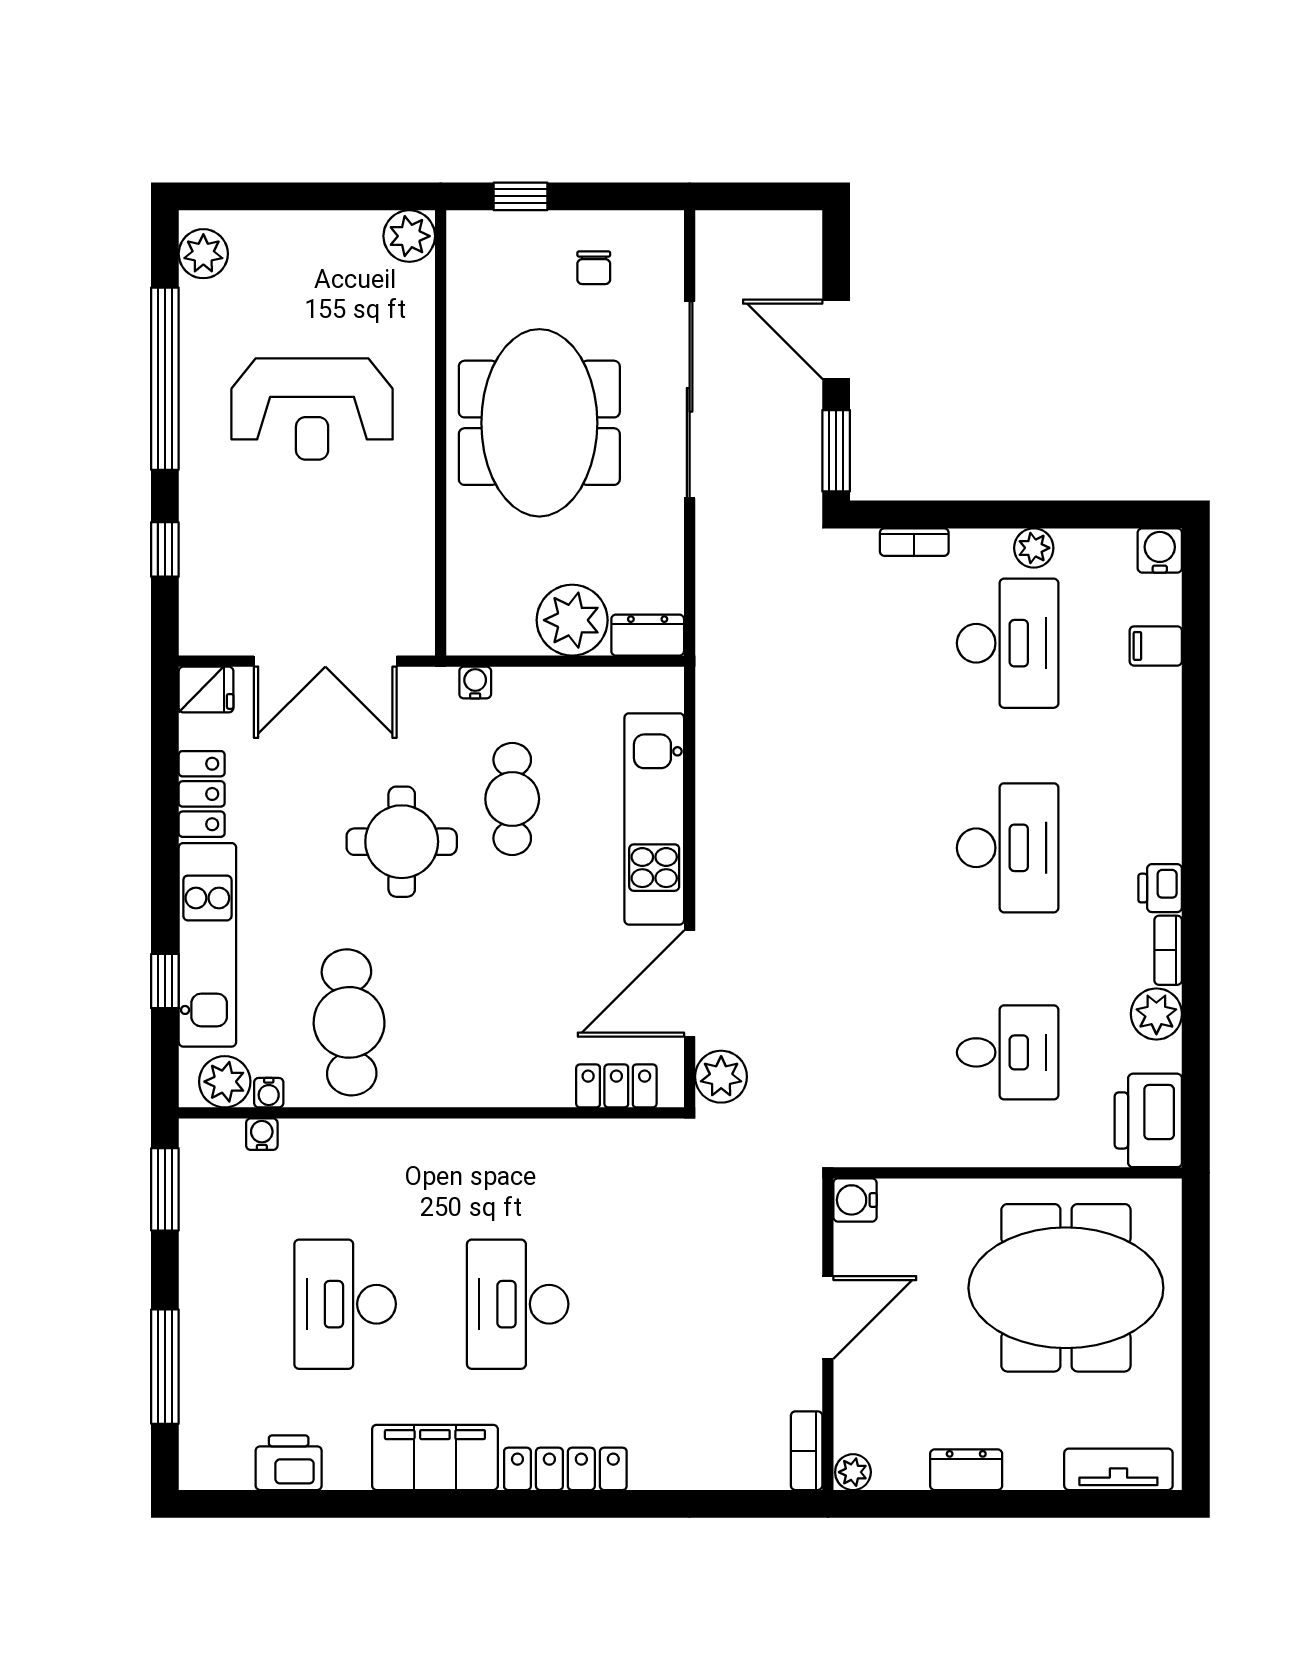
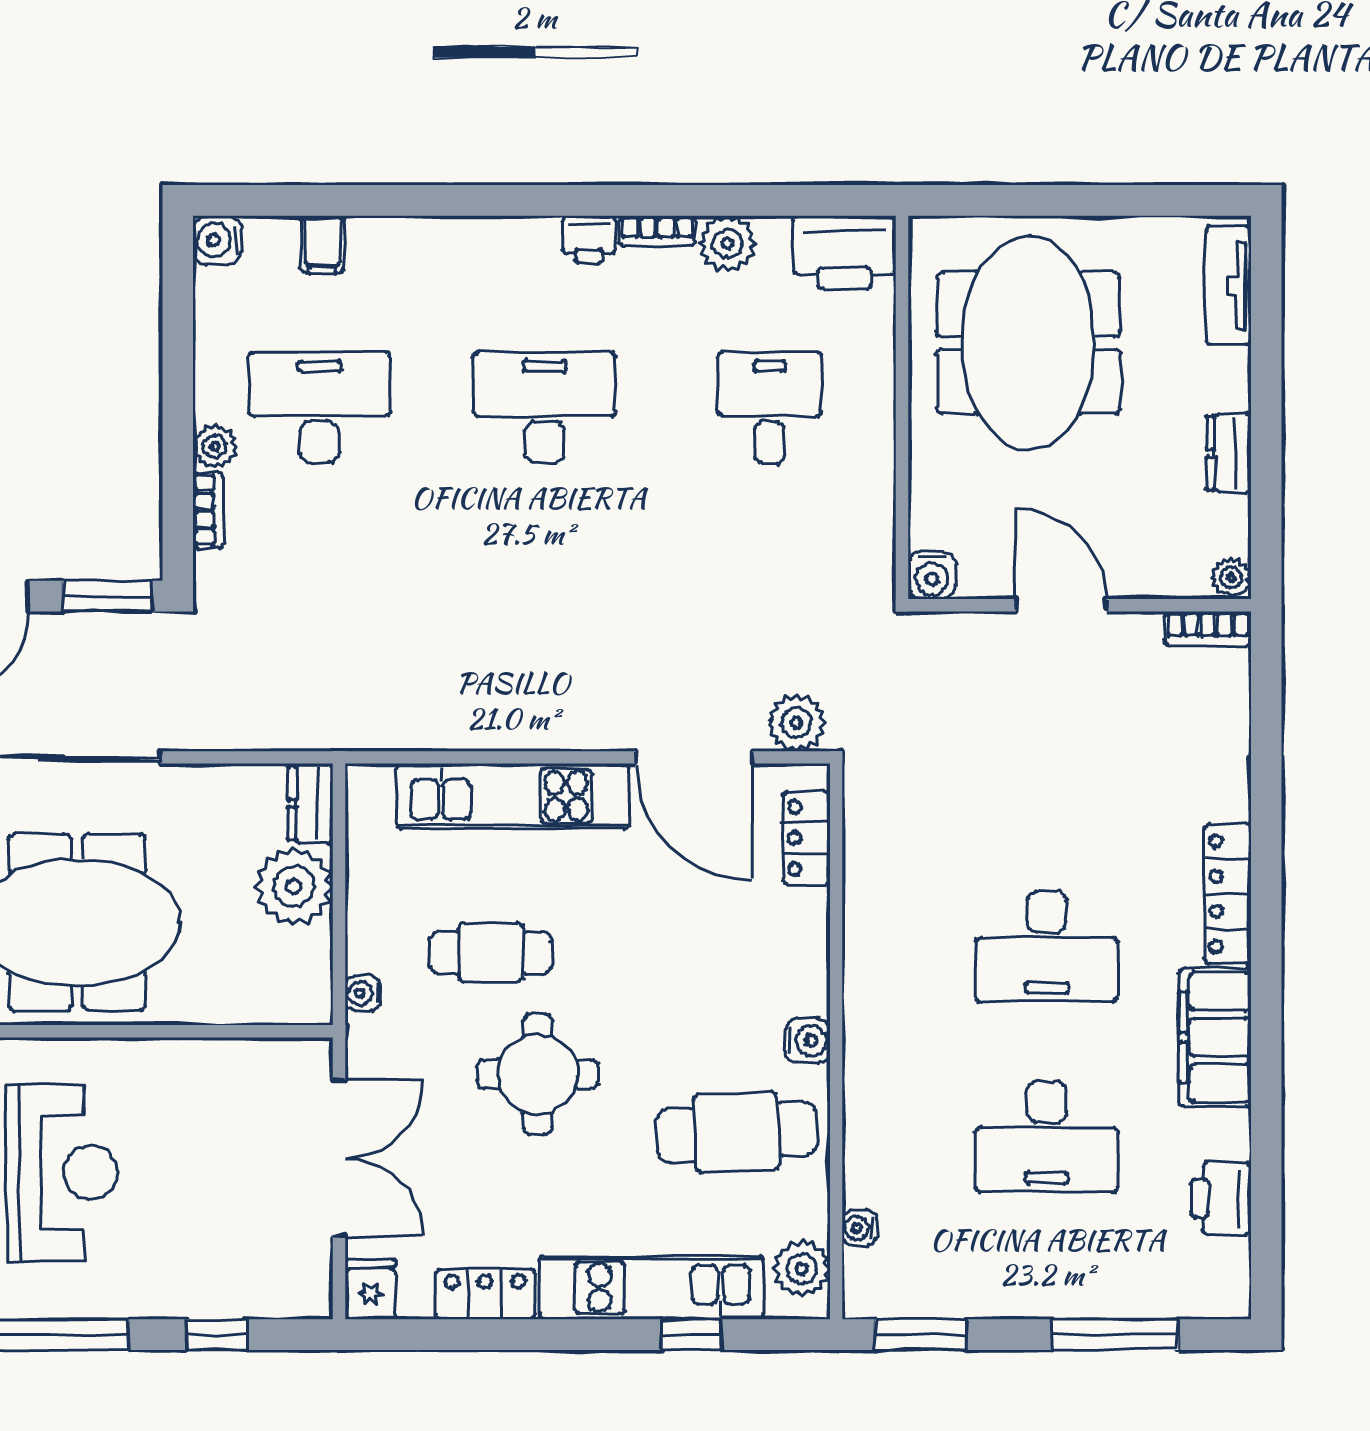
plant: (1034, 548) -> (215, 447), moved
water cooler: (269, 1093) -> (808, 1041), moved, width x1.38, depth x1.38

